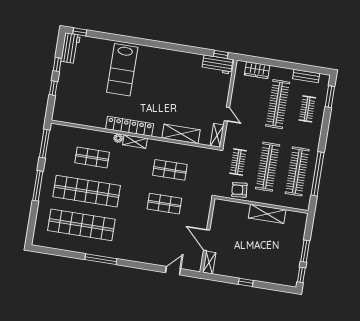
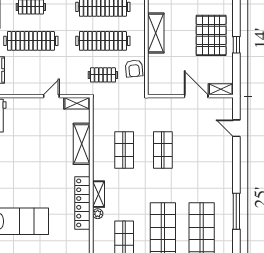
door: (207, 240) -> (196, 96), swing flipped
pallet: (257, 262) -> (211, 35), added

